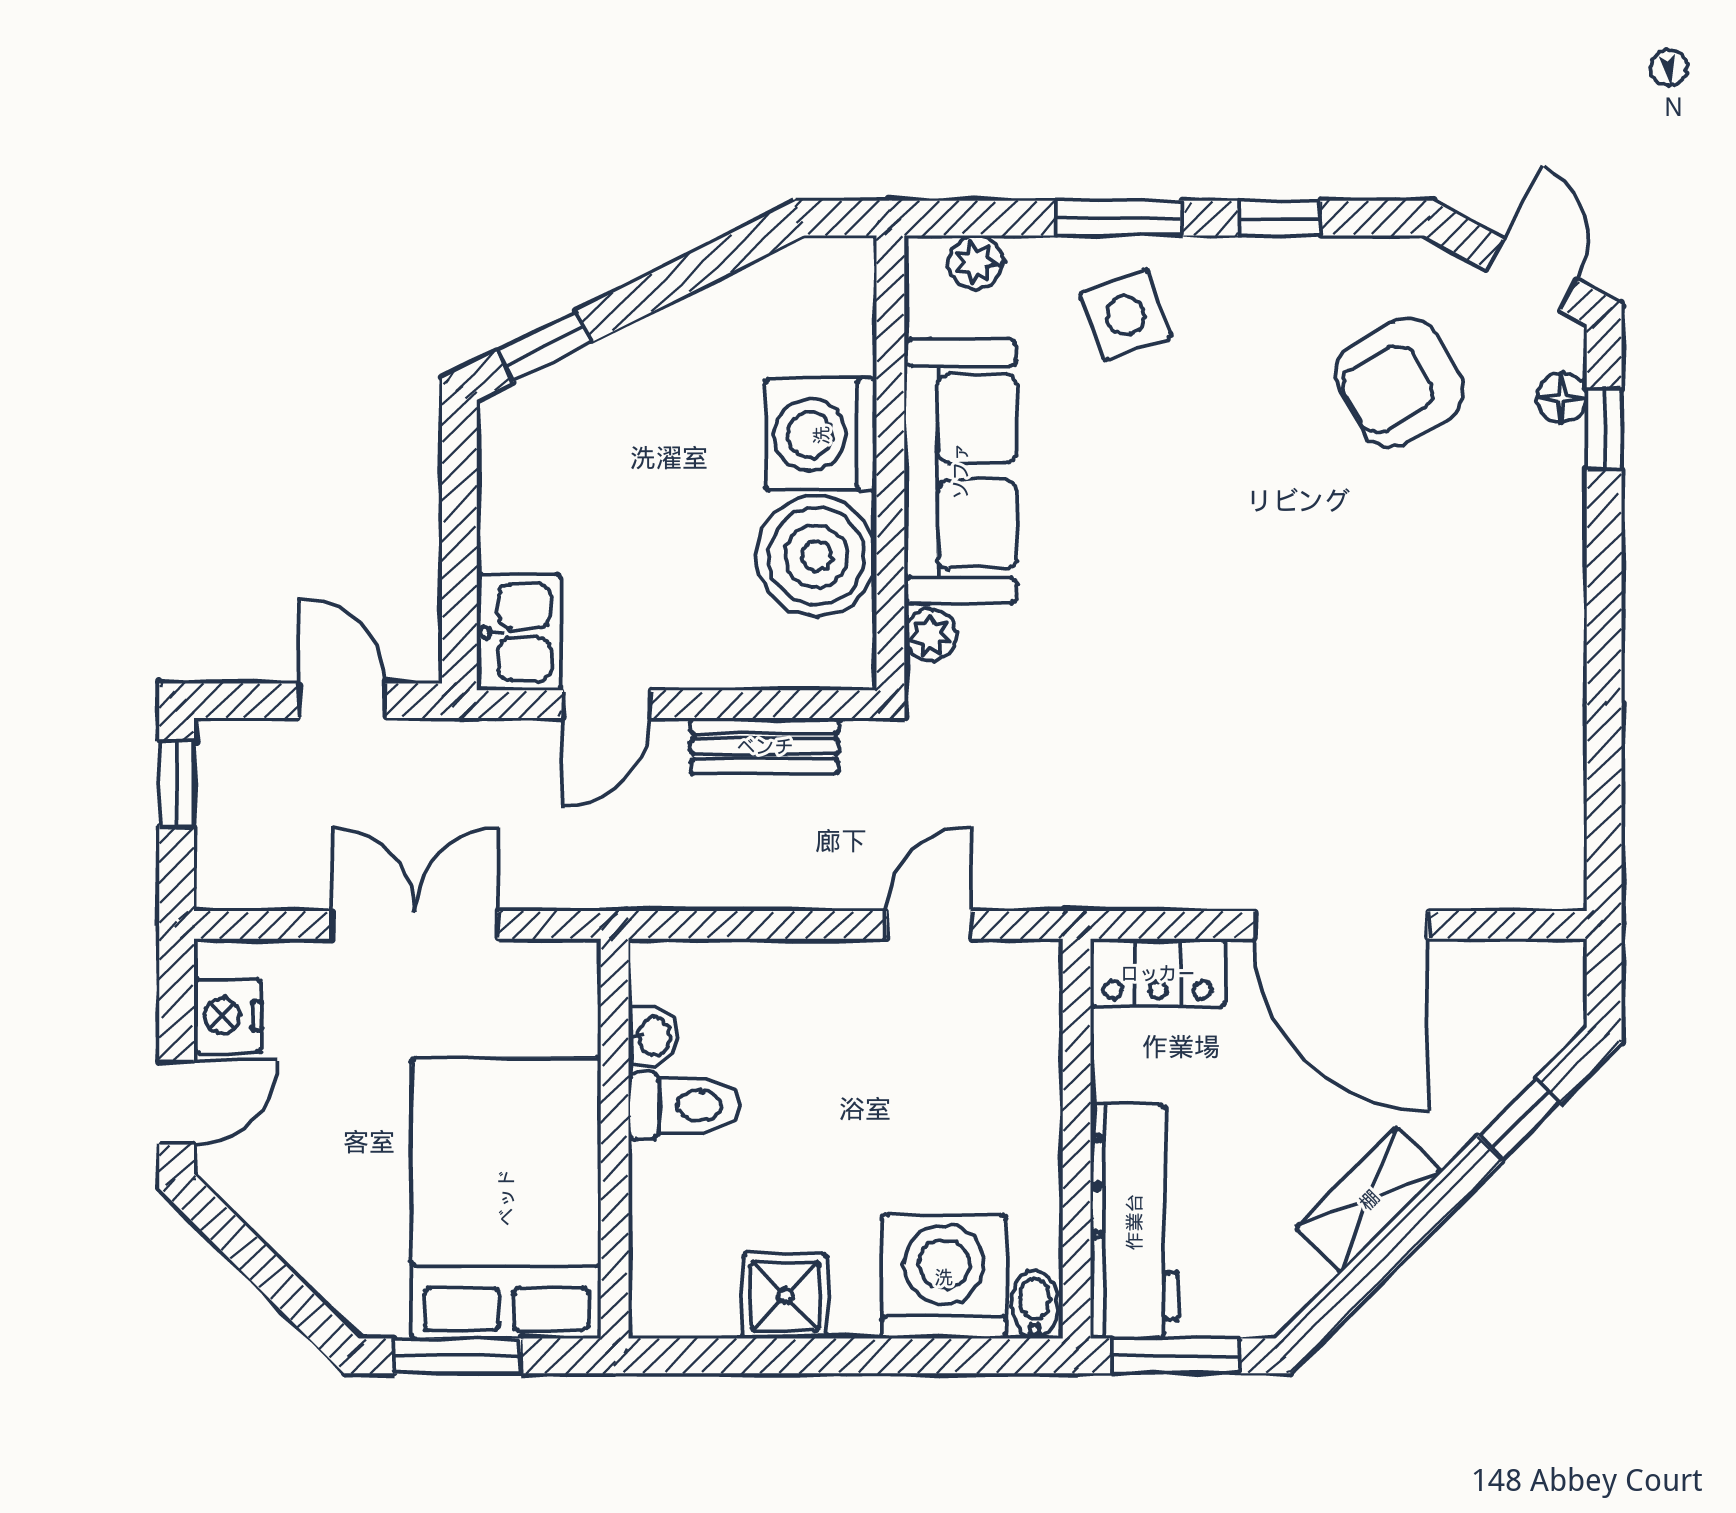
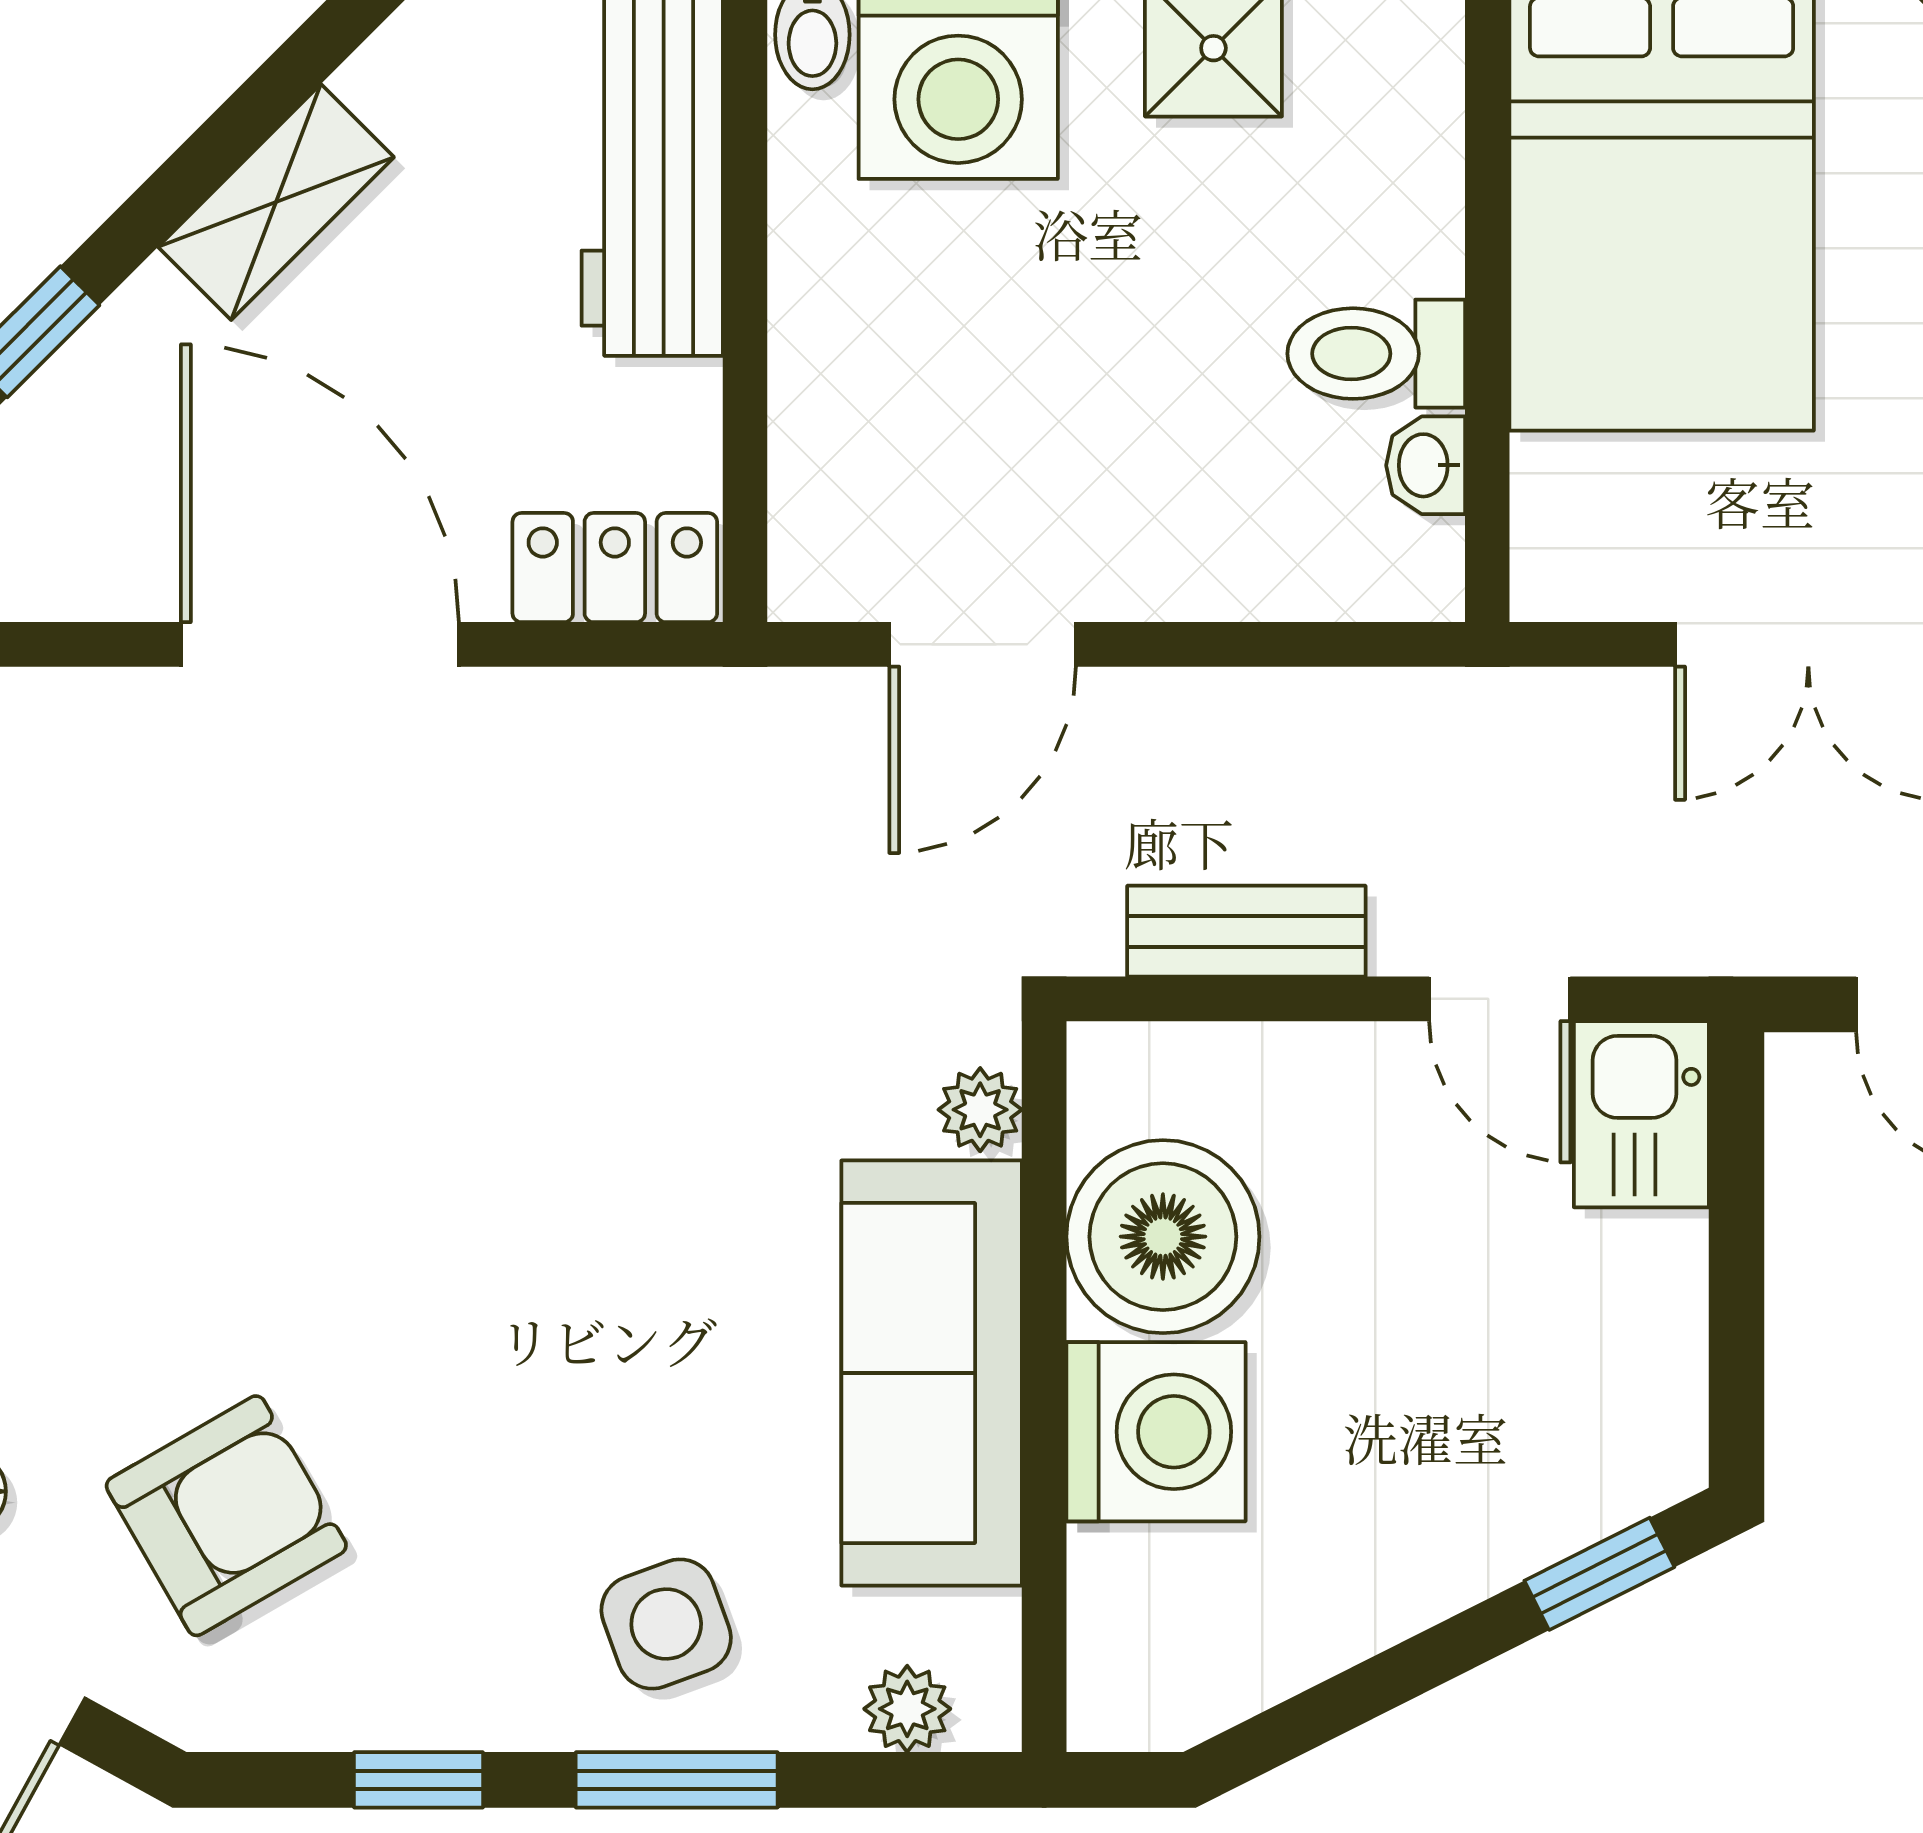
door: (607, 704) -> (1500, 999), swing flipped
door: (929, 925) -> (983, 644), width x1.37

